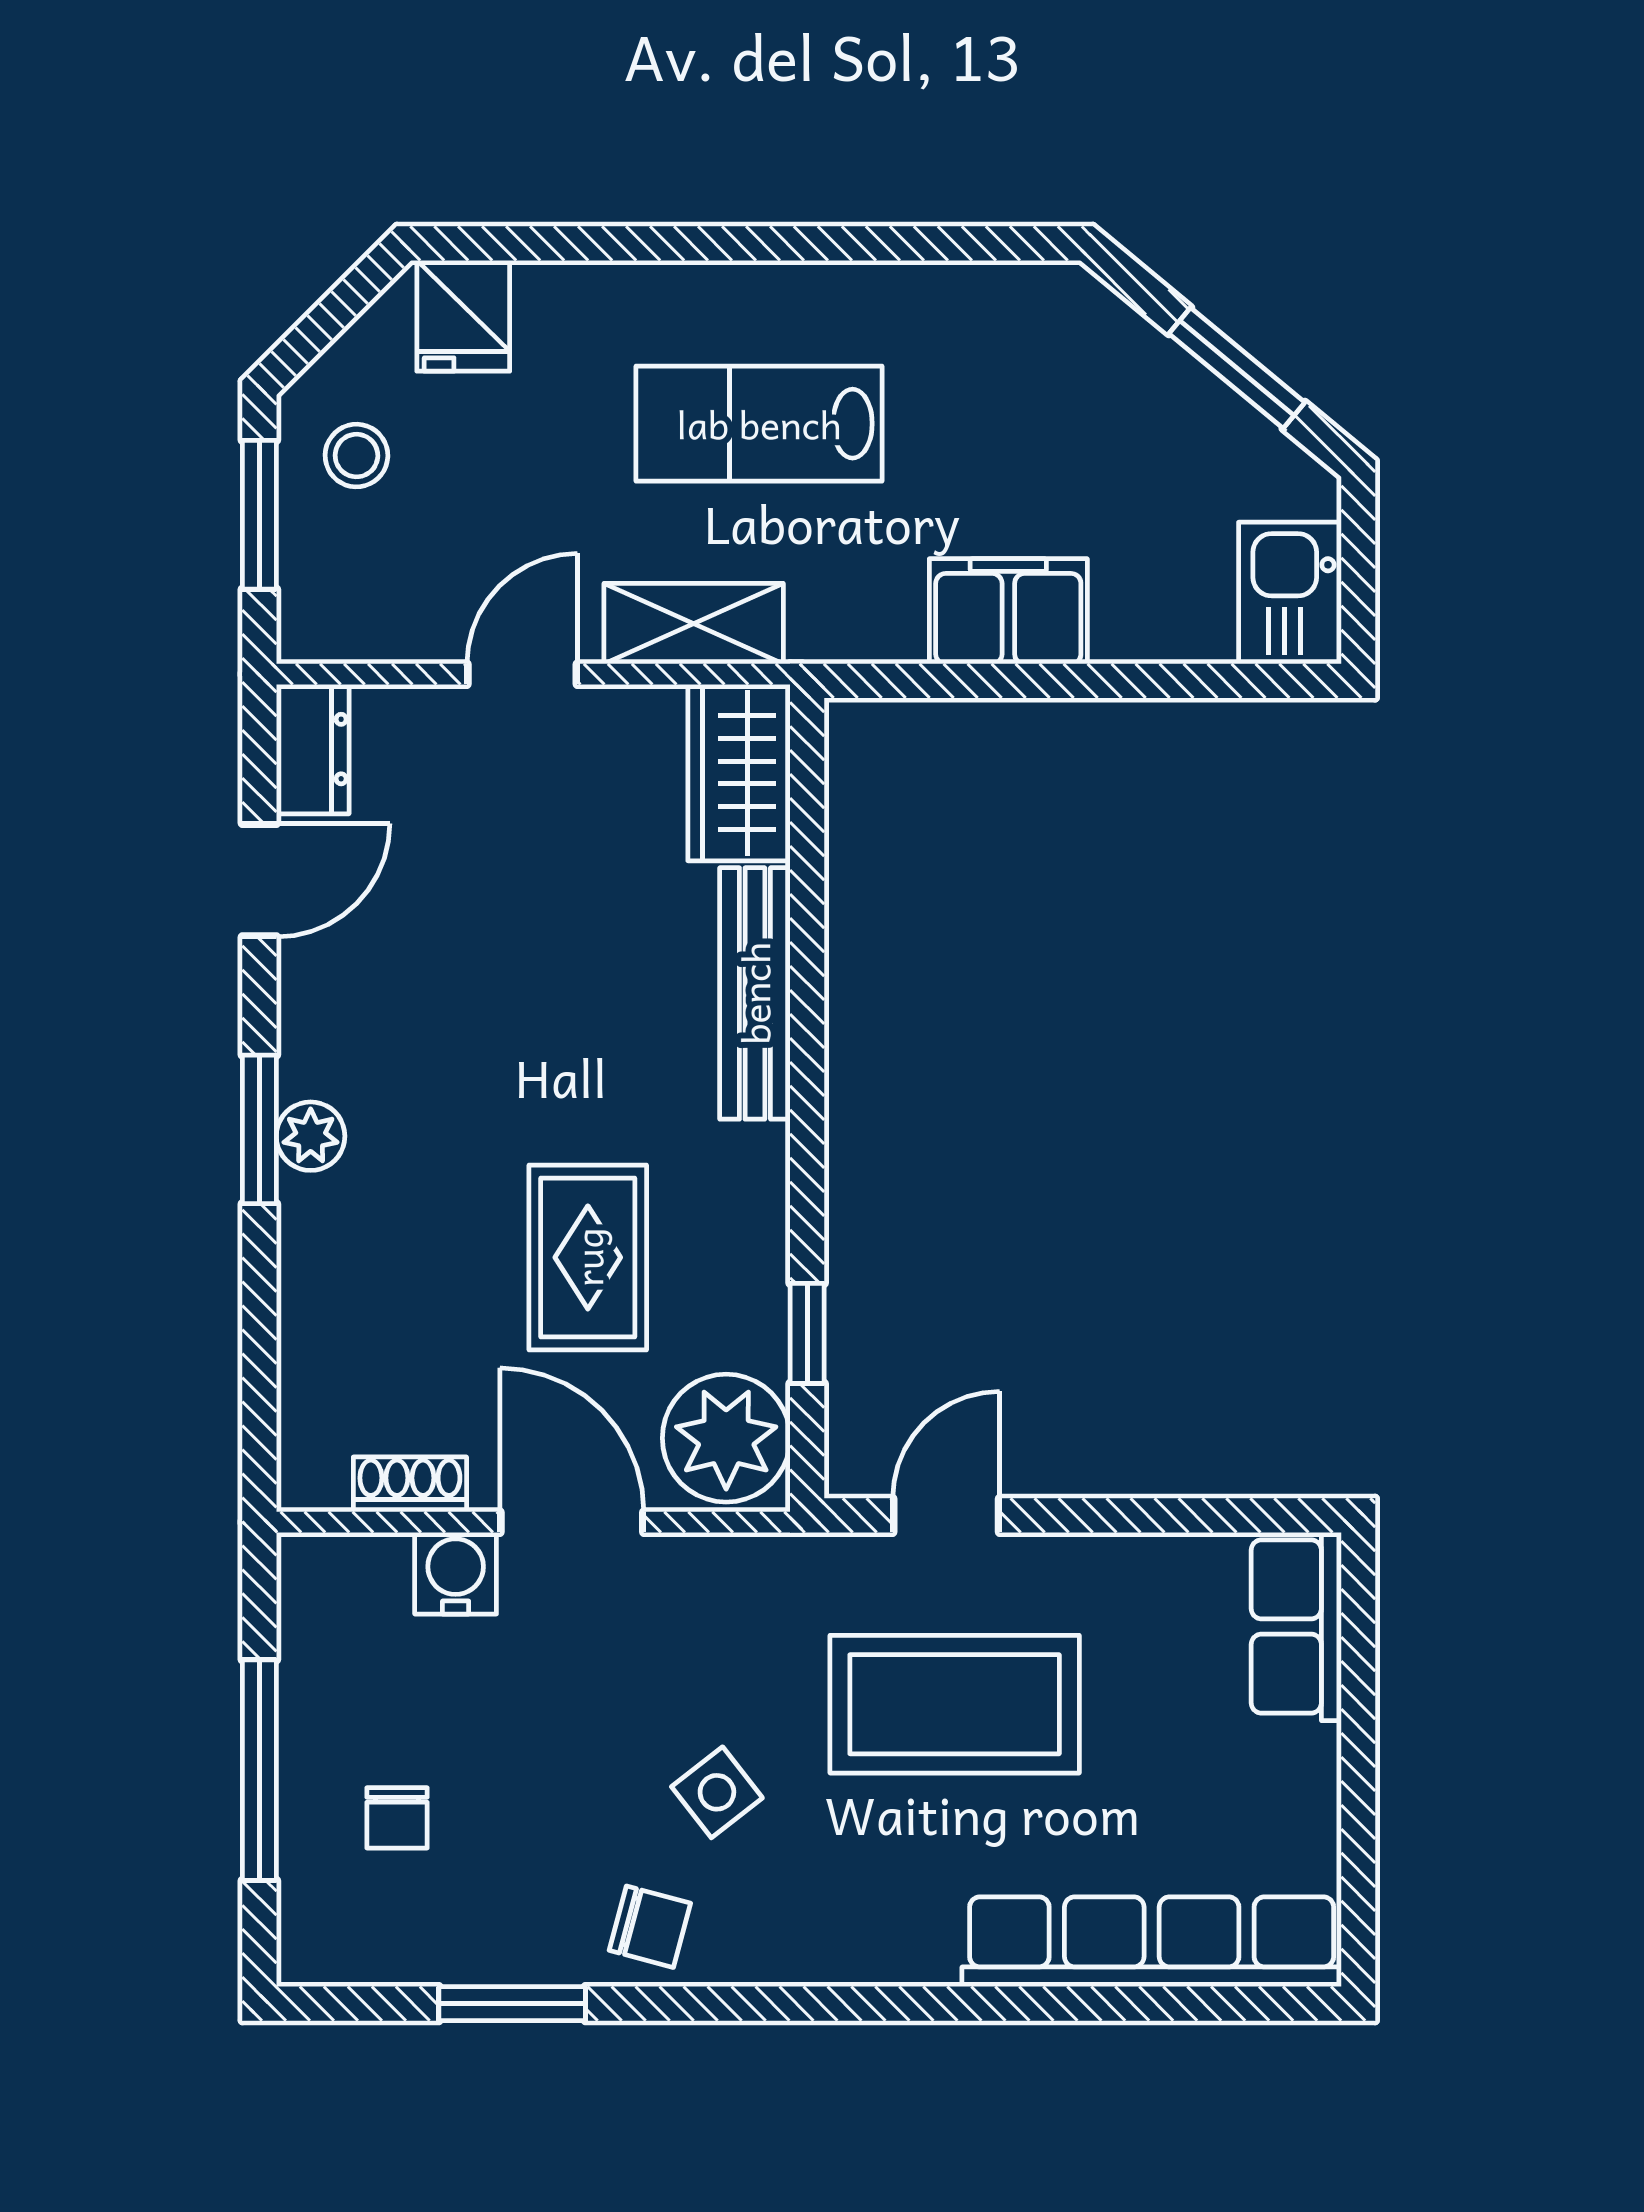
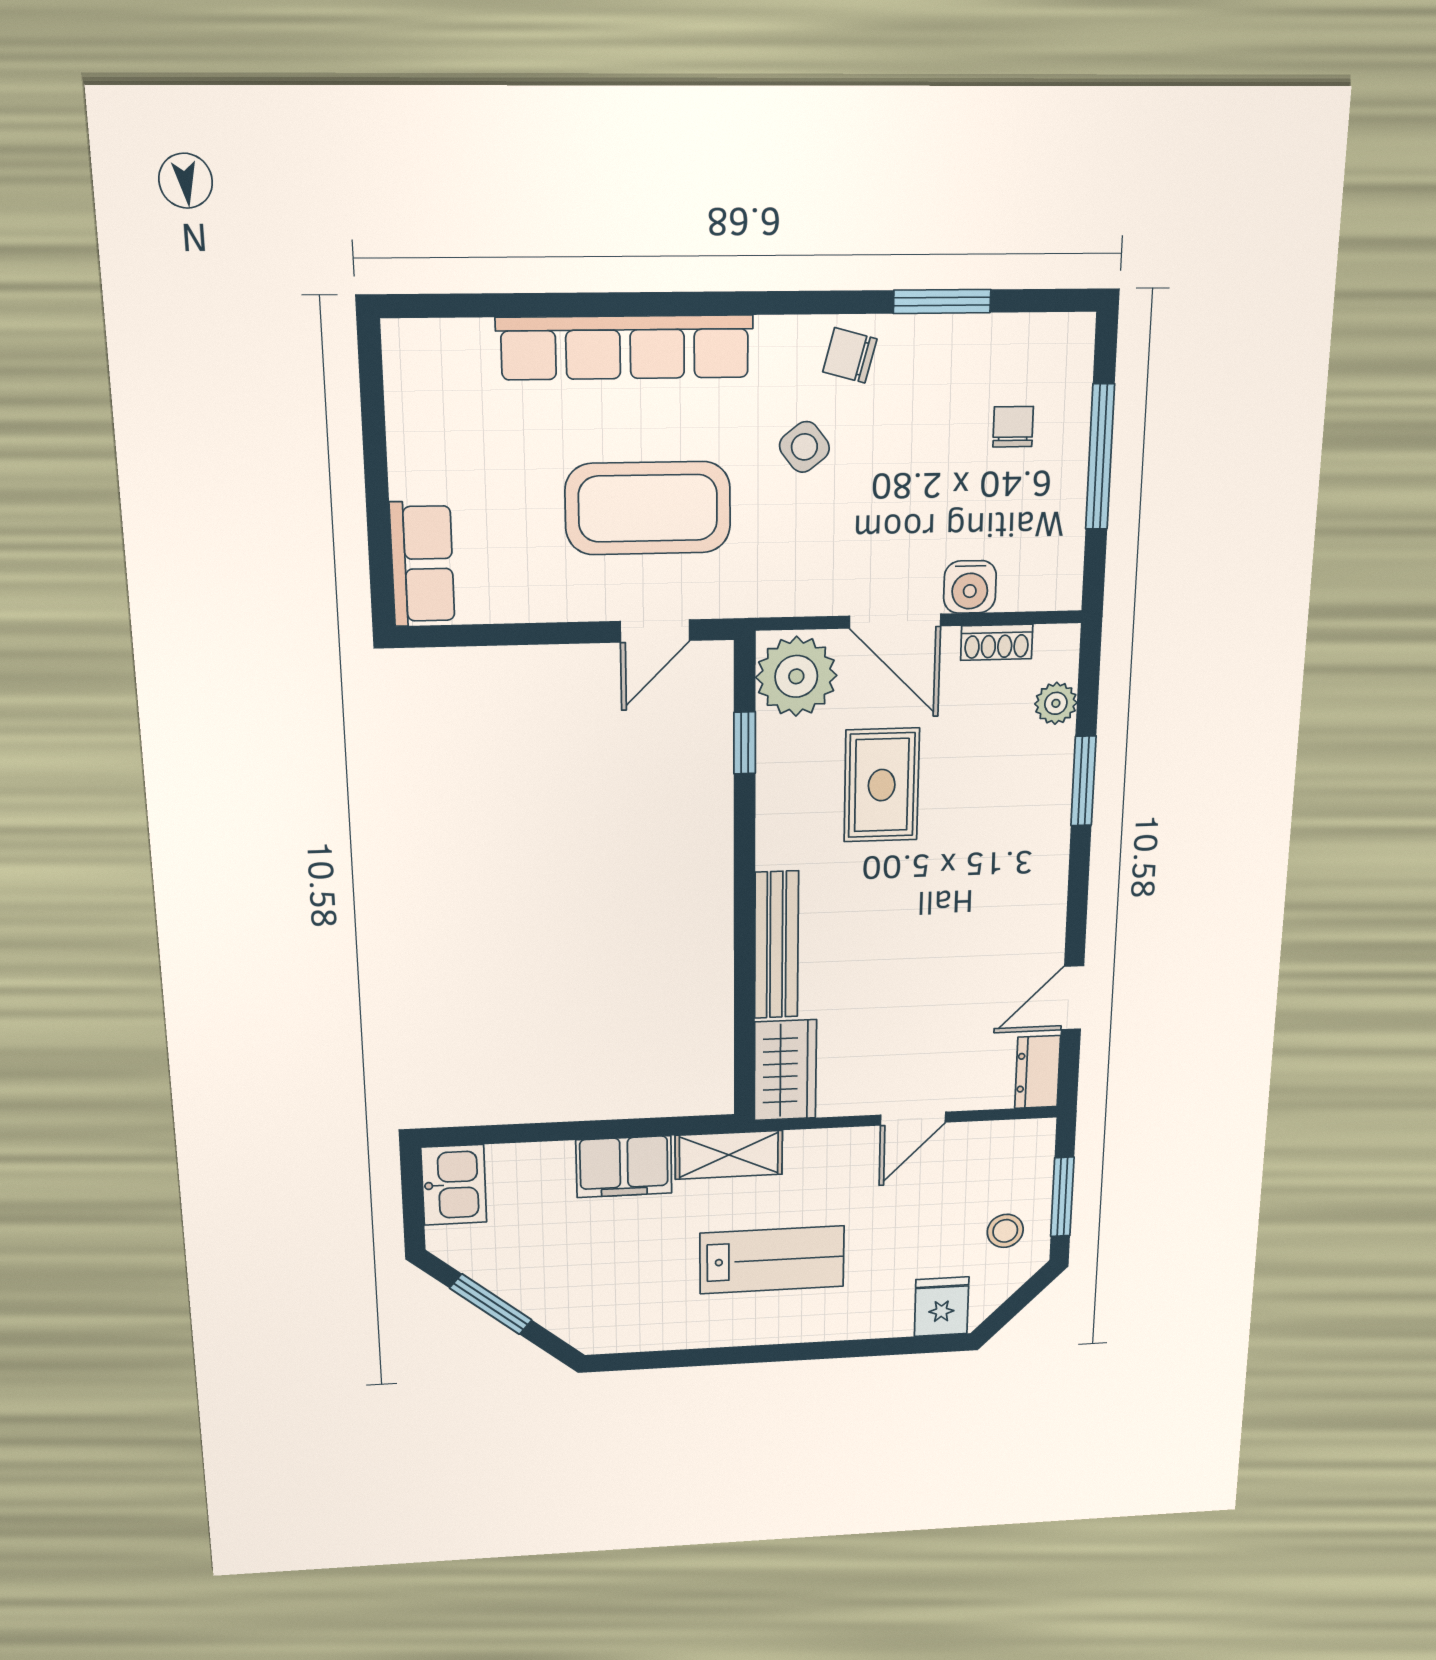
shelving: (694, 624) -> (729, 1155), moved
window: (259, 1129) -> (1083, 781), moved
plant: (311, 1136) -> (1056, 703), moved
row of seats: (1152, 1942) -> (625, 347), moved

